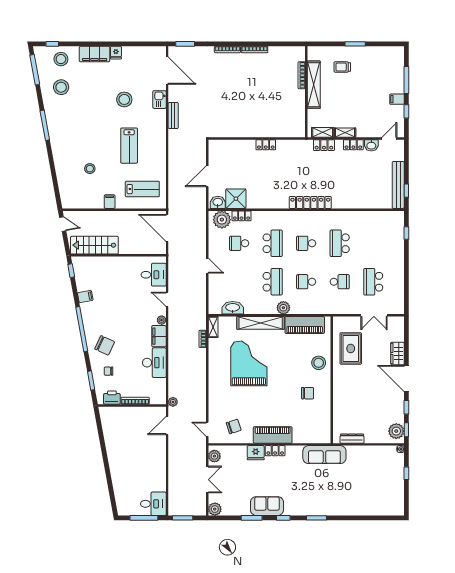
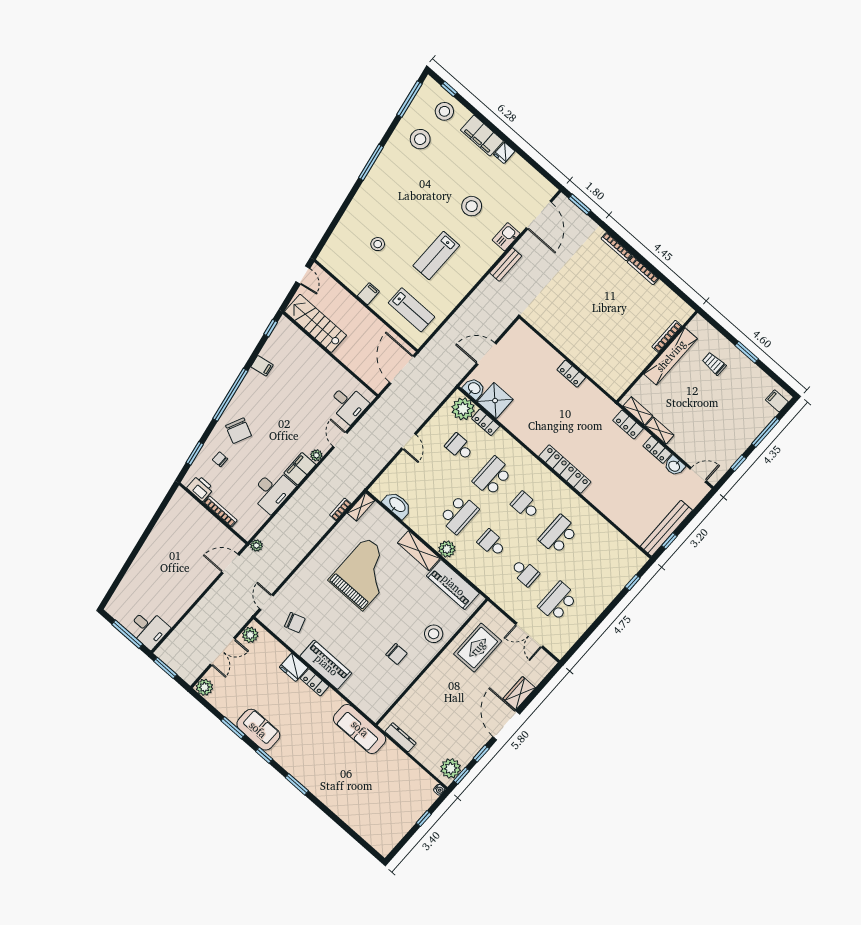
filing cabinet: (397, 99) -> (777, 401), moved
school desk: (273, 243) -> (492, 476), turned 180
shelving: (261, 323) -> (419, 551), width x0.68

